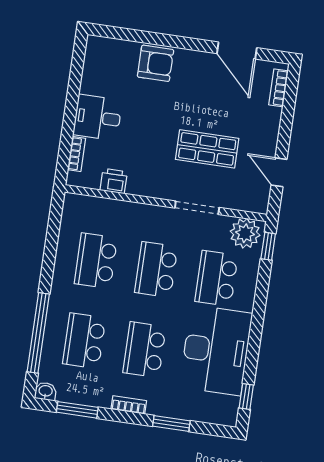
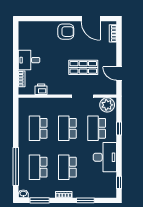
armchair: (156, 63) -> (66, 32), moved
window: (268, 246) -> (119, 129), moved
desk: (216, 350) -> (105, 157), width x0.73, depth x0.77

